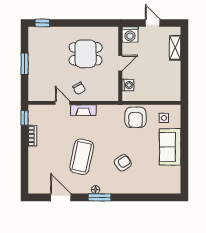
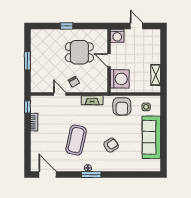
window: (42, 23) -> (67, 26), moved
shelving: (175, 48) -> (156, 75), moved
door: (120, 63) -> (109, 60), swing flipped
washing machine: (128, 85) -> (120, 79), width x1.89, depth x1.89
fireplace: (83, 110) -> (92, 100), moved
sofa: (170, 147) -> (151, 137), width x1.36
door: (61, 197) -> (48, 175), moved

